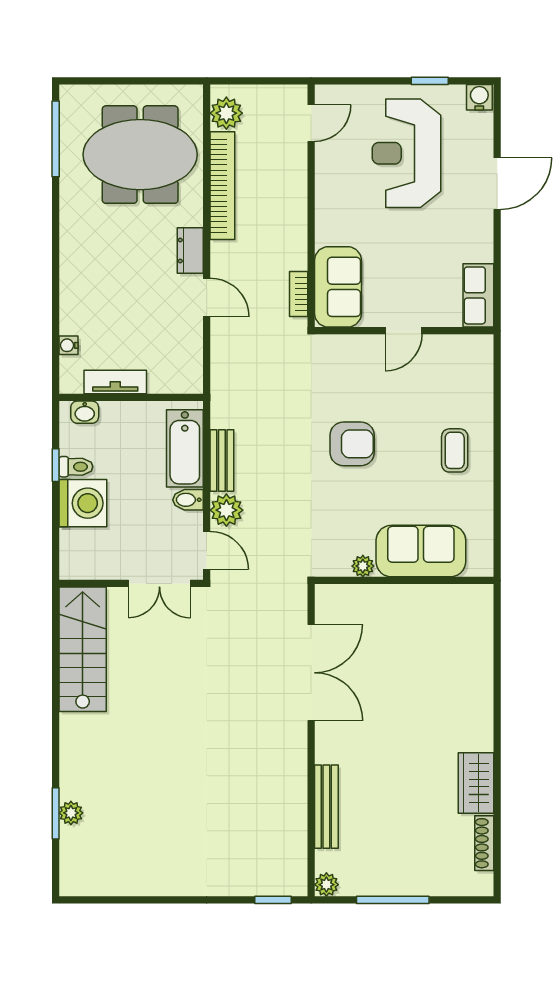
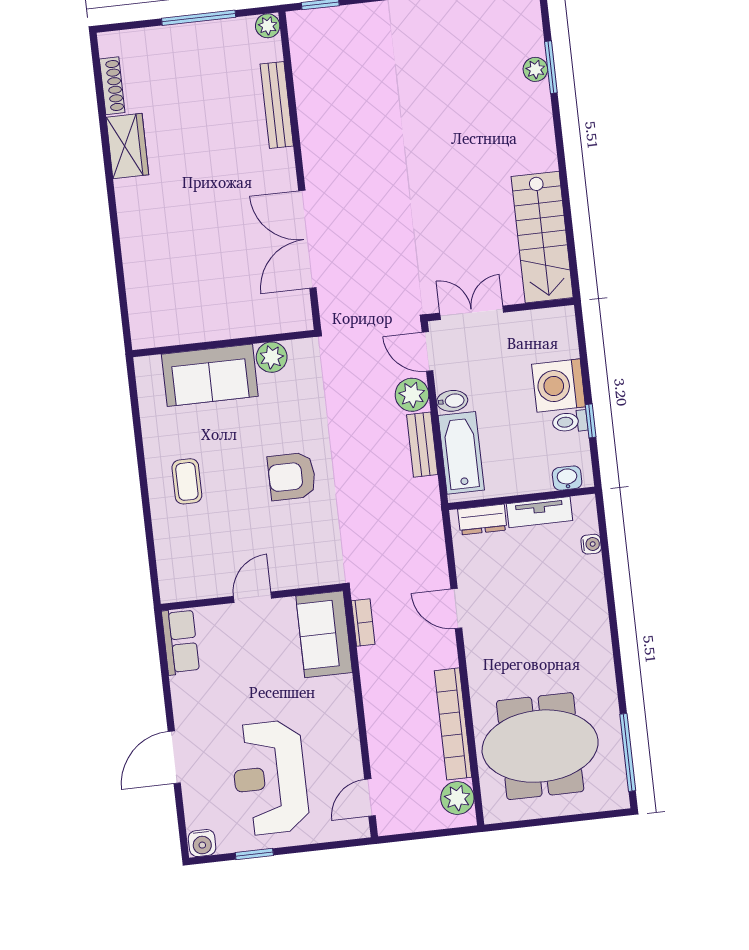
reception desk: (406, 153) -> (270, 778), turned 180
dresser: (190, 251) -> (482, 520), moved, turned 90
plant: (363, 566) -> (272, 357), width x1.38, depth x1.38

